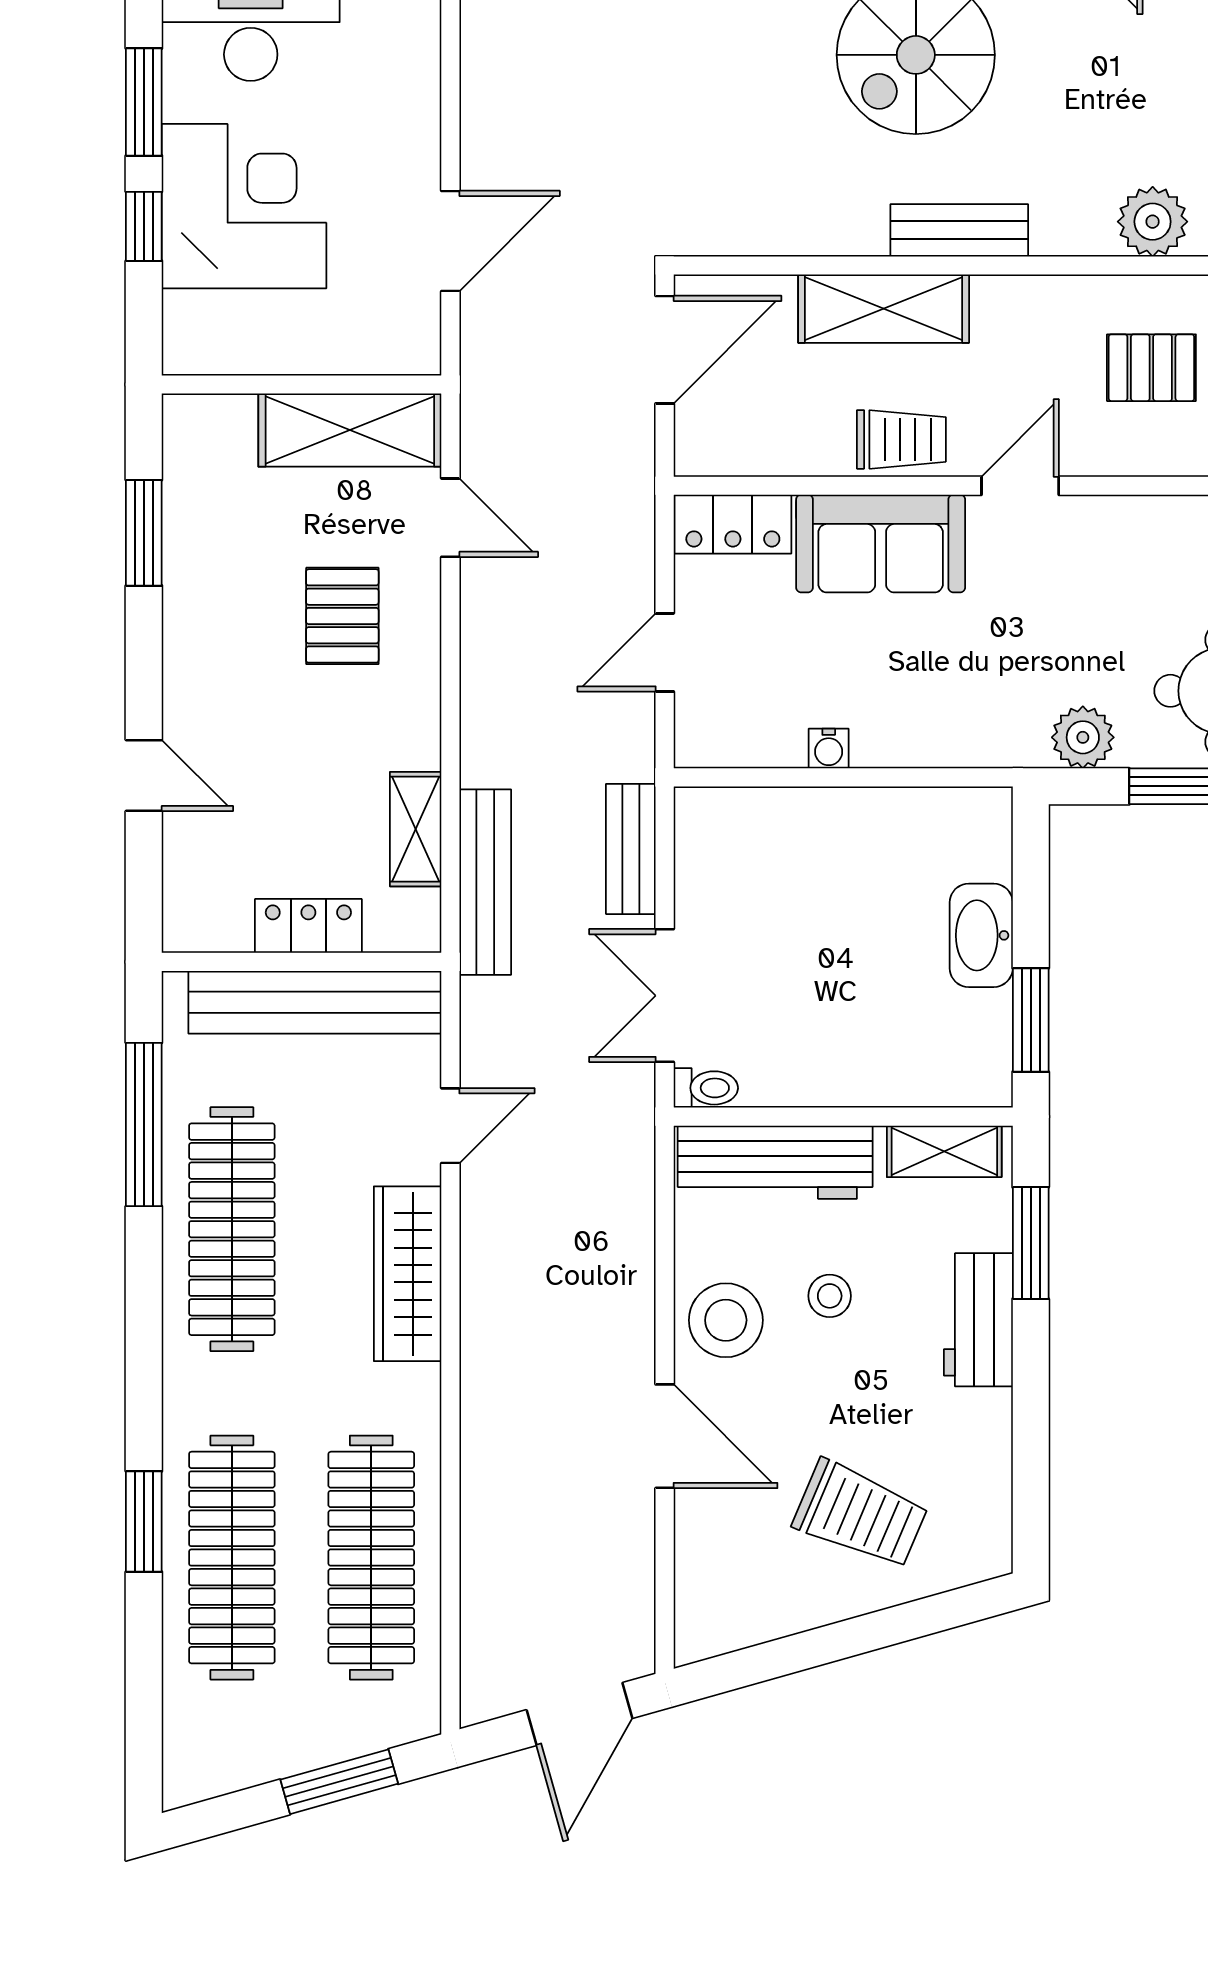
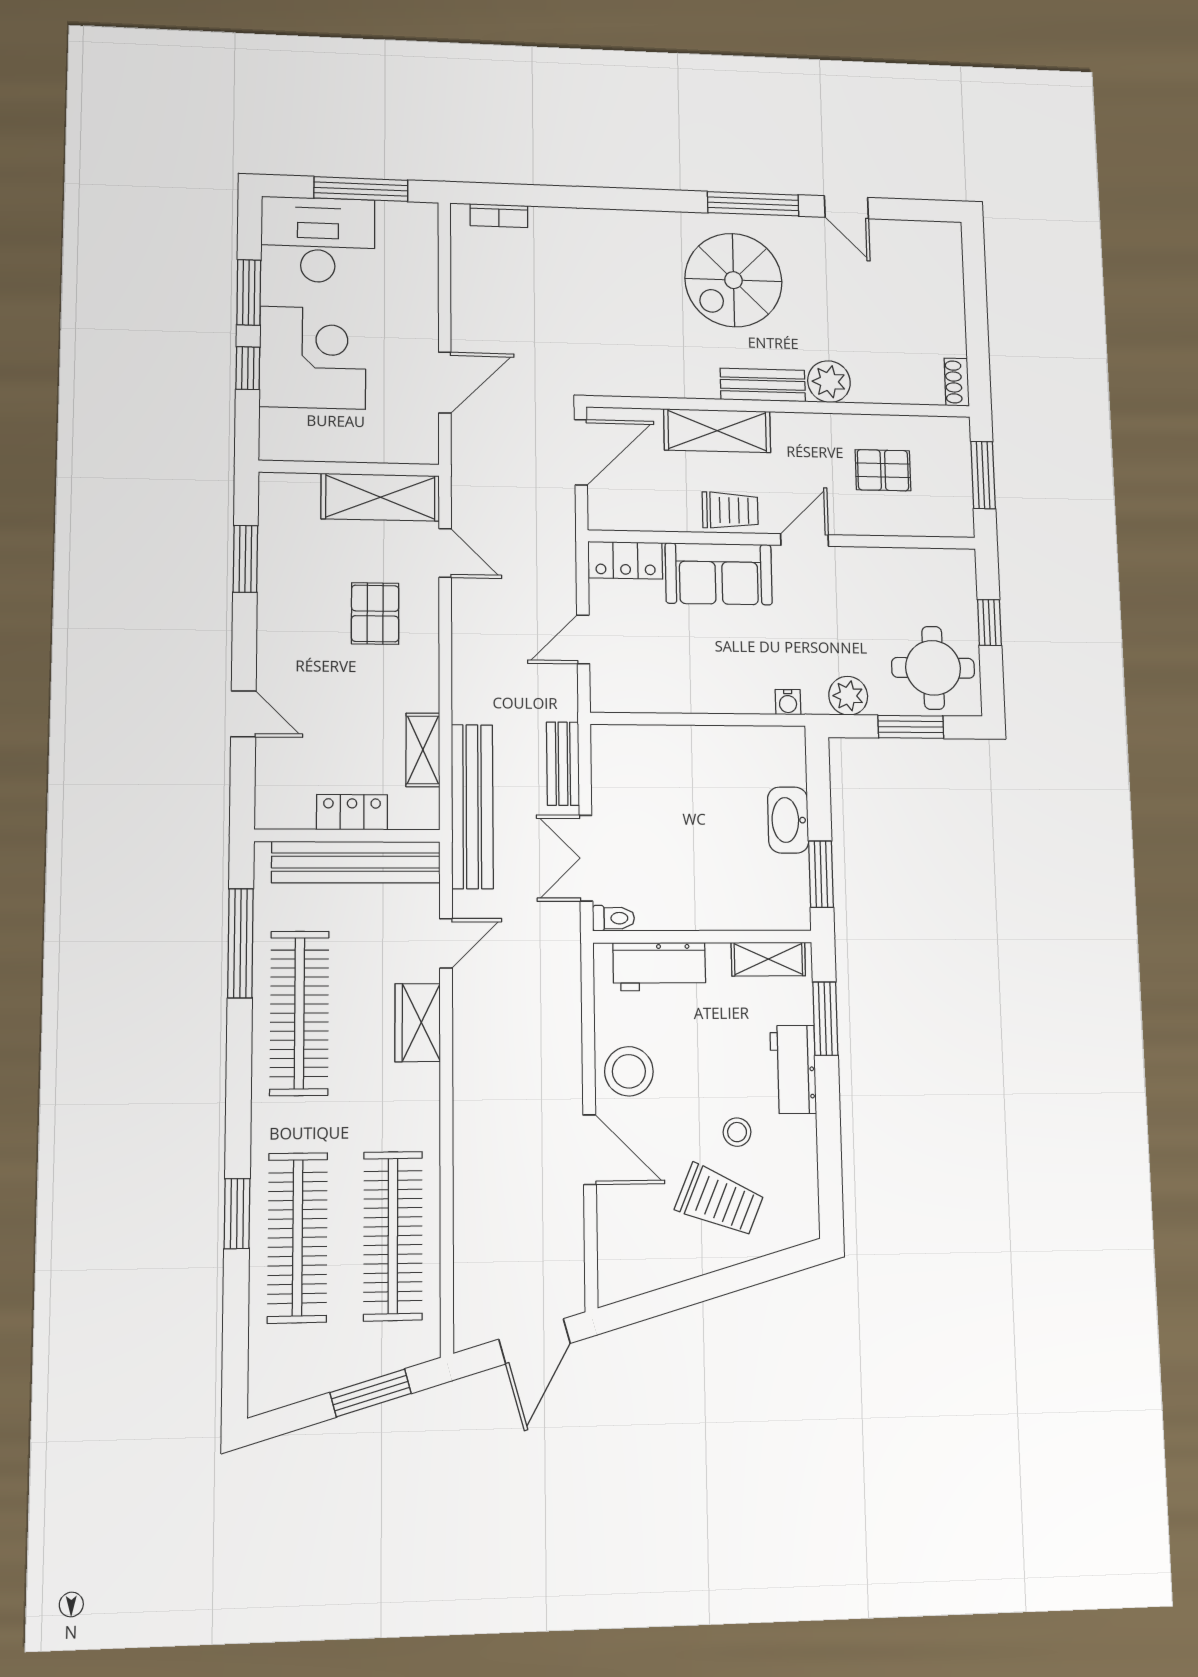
plant: (1153, 222) -> (829, 382), moved
water cooler: (829, 748) -> (788, 702), moved
bench: (485, 882) -> (472, 806), width x1.37, depth x1.21
workbench: (775, 1162) -> (659, 967), width x0.73
wardrobe: (408, 1274) -> (418, 1023), width x0.67
stool: (830, 1296) -> (737, 1132), moved

